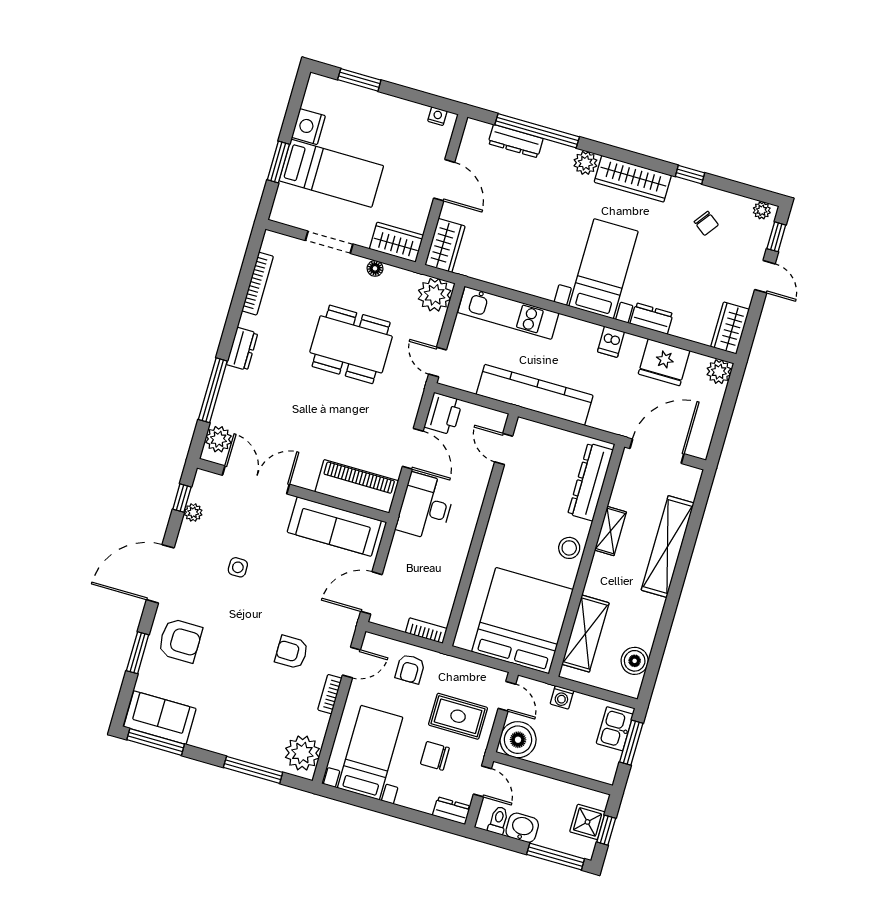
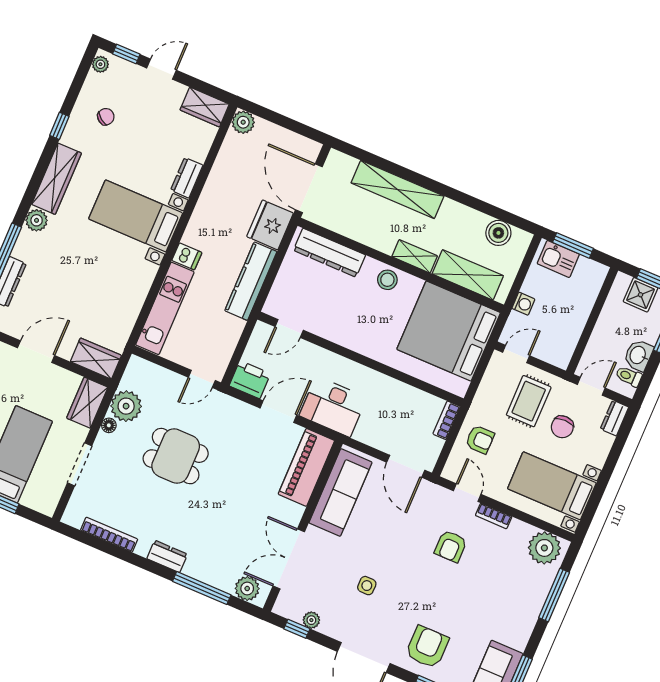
plant: (435, 295) -> (126, 406), moved
dishwasher: (611, 342) -> (187, 256), moved
dining table: (351, 344) -> (176, 456), width x0.73
fridge: (664, 362) -> (270, 225), moved, turned 180
kitchen counter: (535, 395) -> (251, 281), width x0.72, depth x0.86
shelving: (610, 531) -> (415, 256), moved
boiler: (518, 740) -> (557, 349), removed

